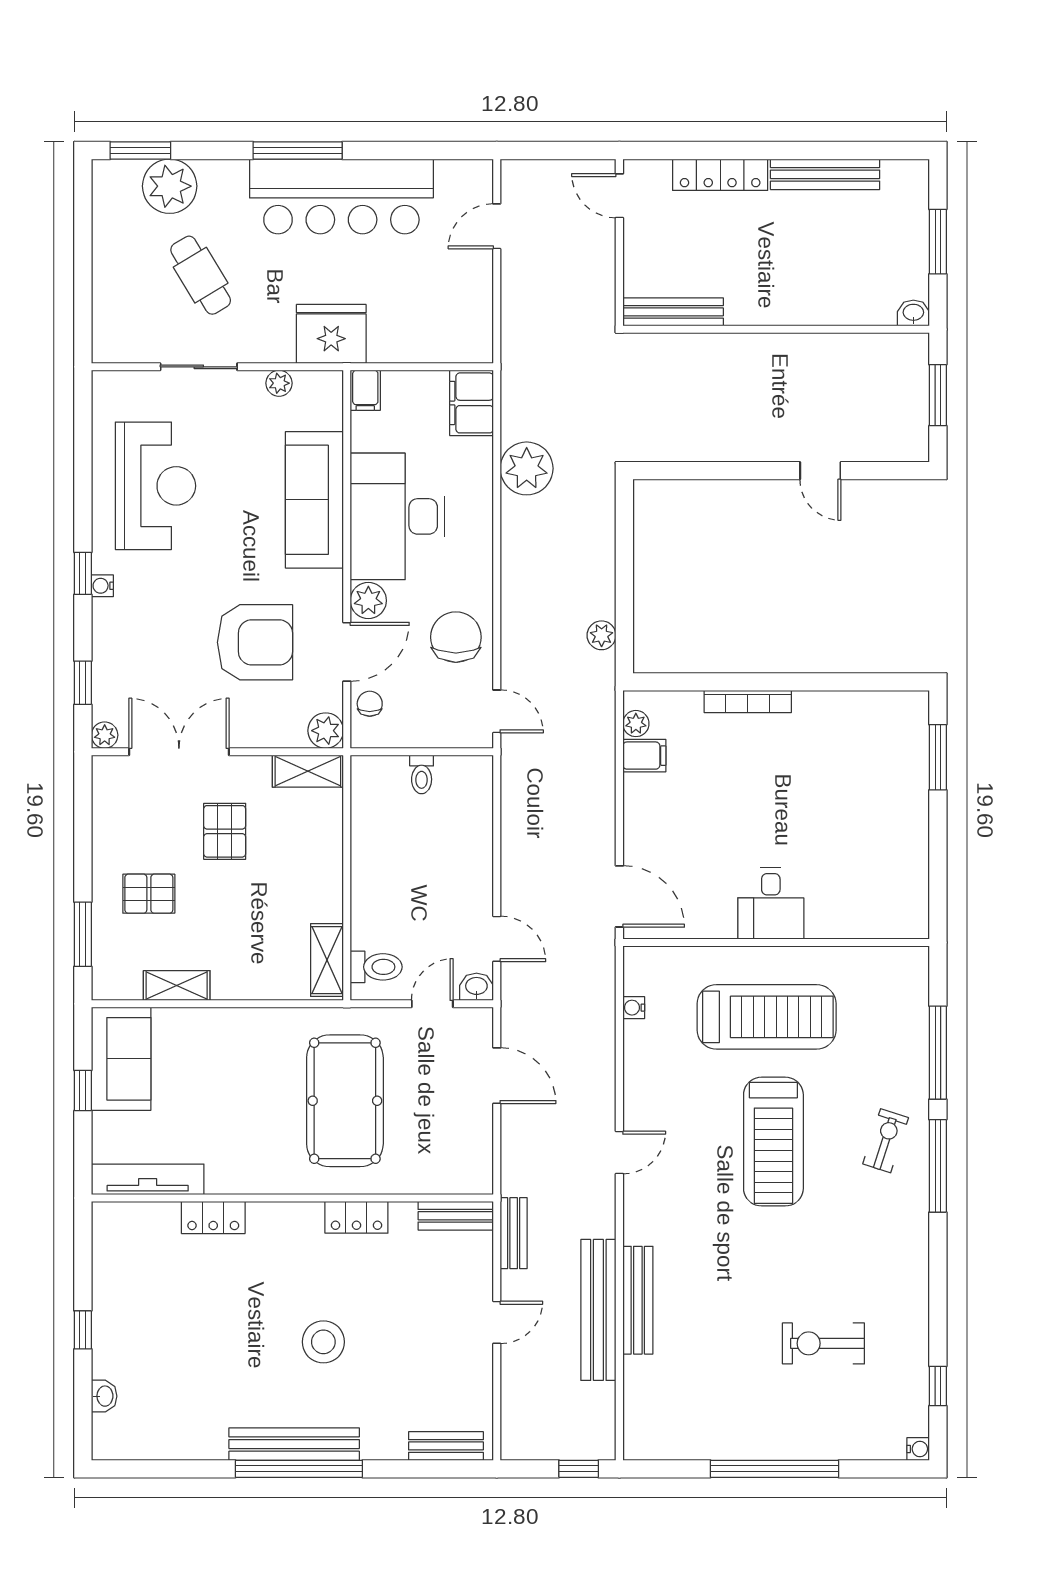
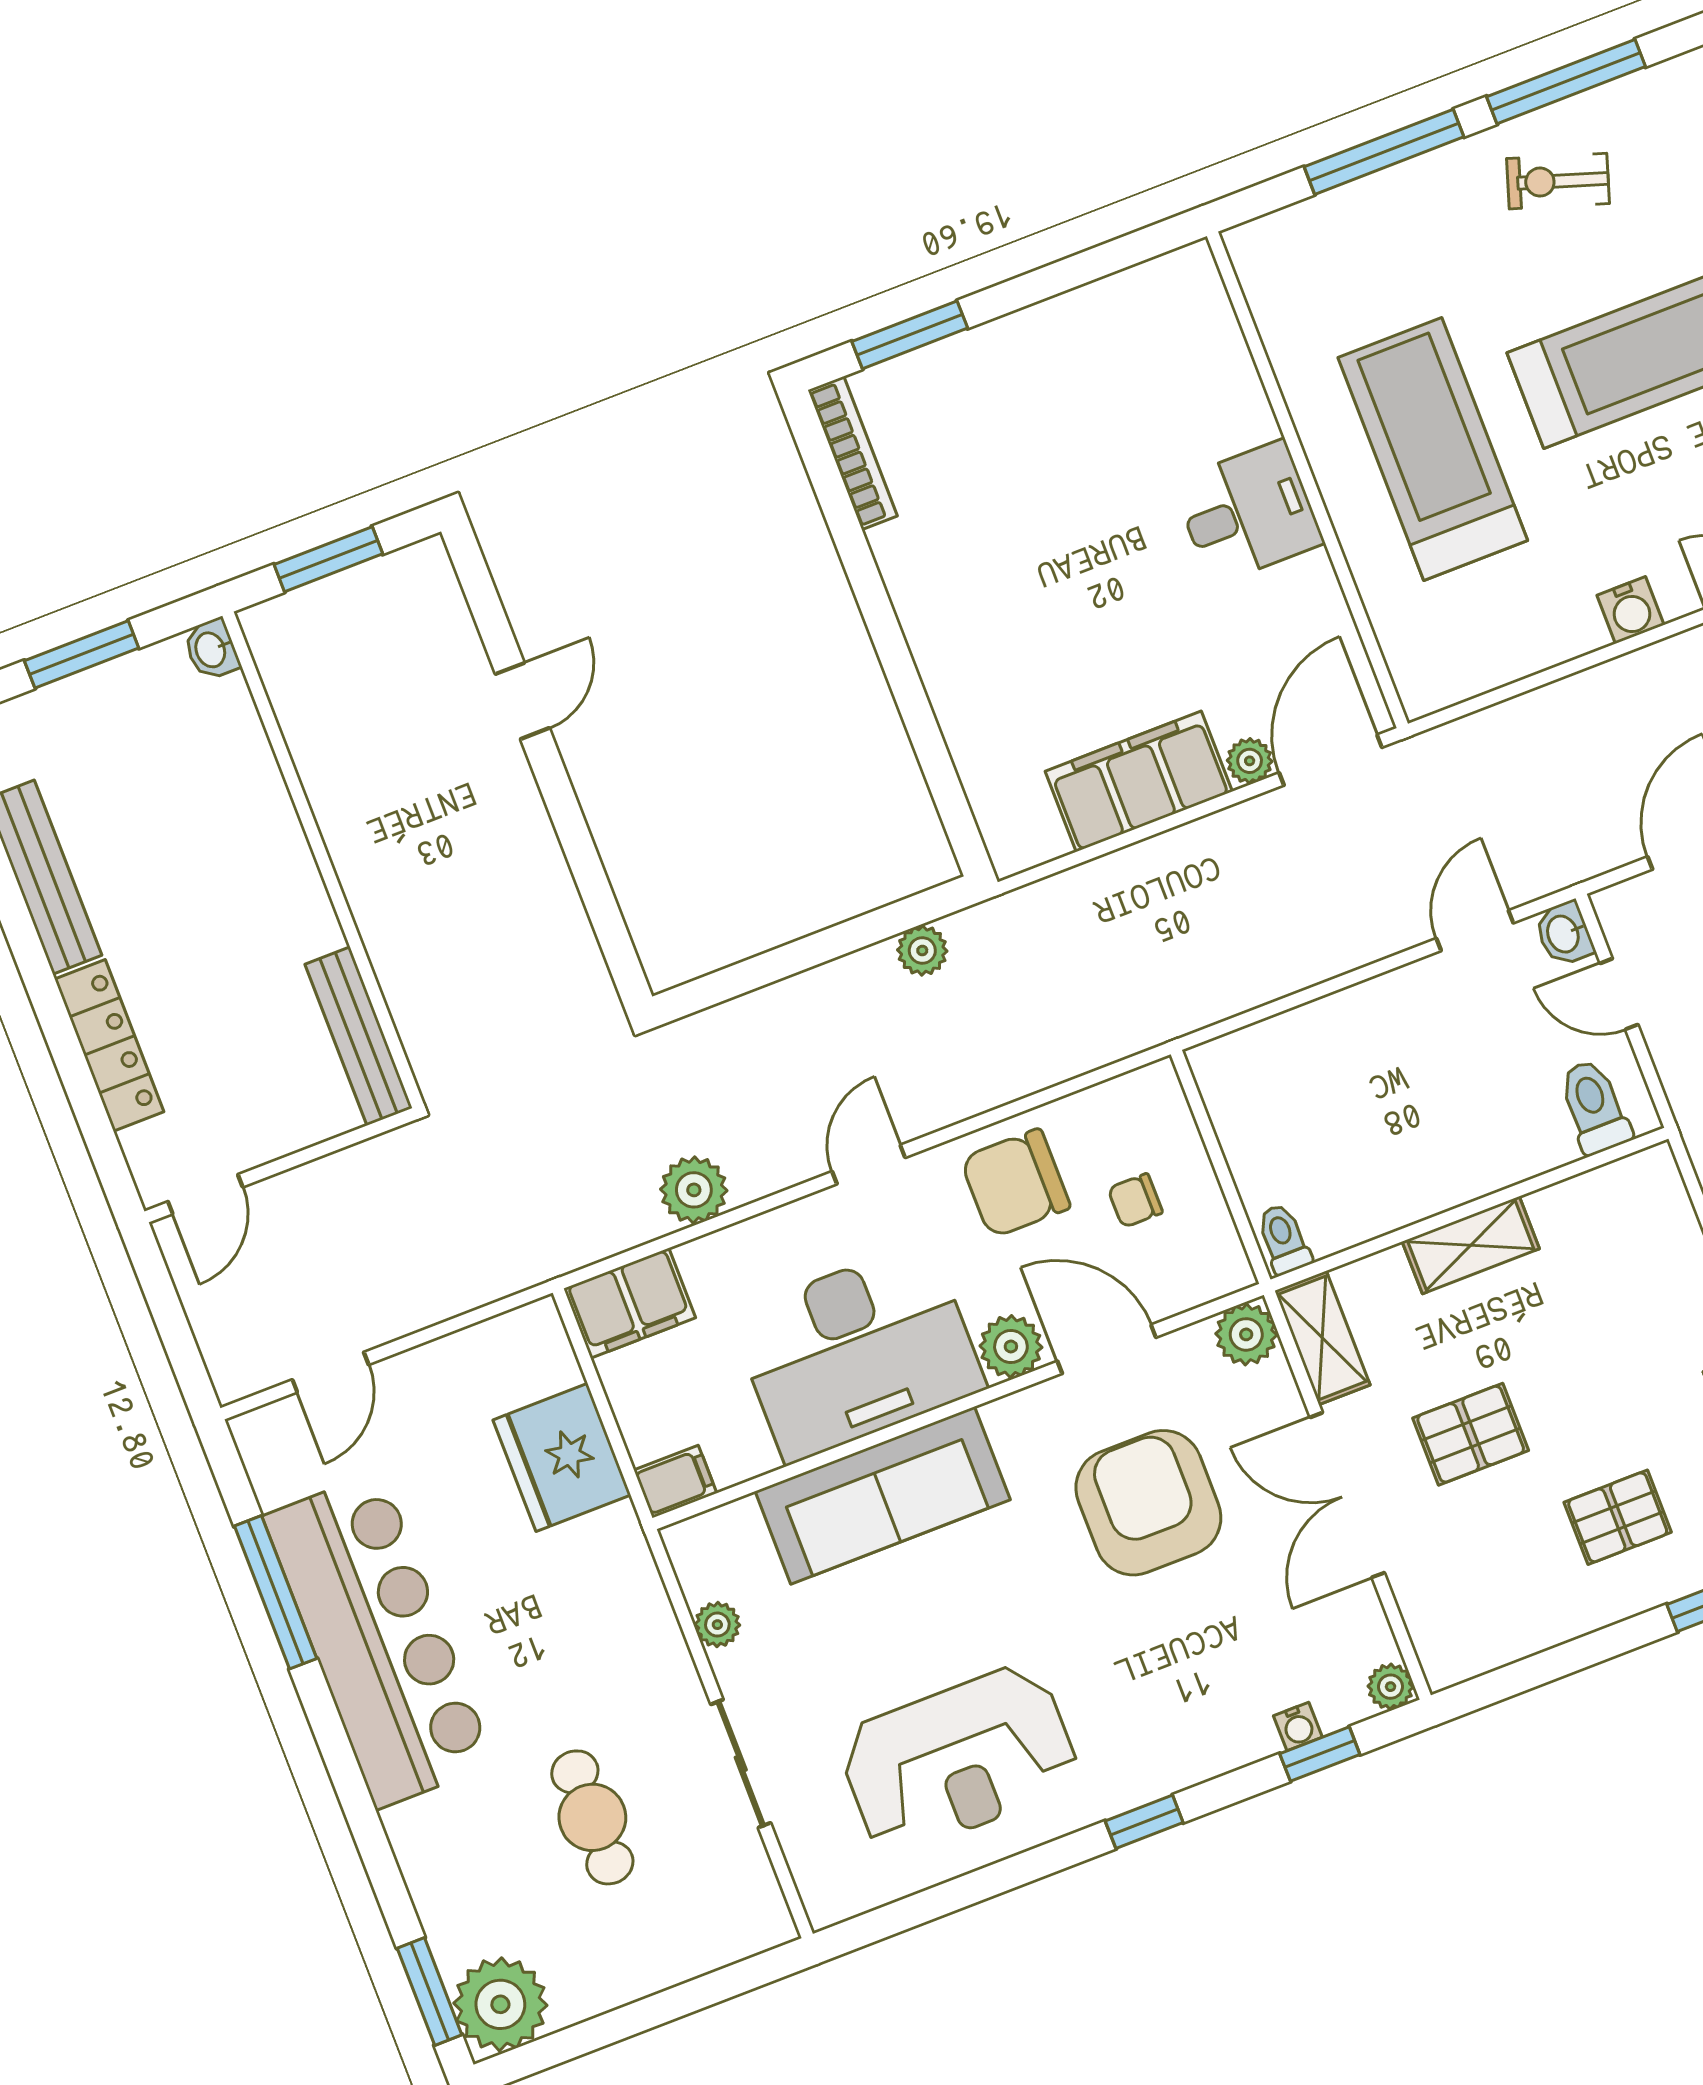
window: (298, 151) -> (276, 1592), moved
plant: (170, 186) -> (500, 2004), moved
door: (497, 226) -> (330, 1372), hinge flipped
cafe table: (201, 275) -> (592, 1817), turned -59
fridge: (331, 334) -> (562, 1457), moved
plant: (527, 468) -> (694, 1190), width x0.73, depth x0.73
reception desk: (155, 486) -> (959, 1759), turned 180
water cooler: (102, 586) -> (1298, 1726), moved
bookcase: (748, 702) -> (853, 453), moved
chair: (370, 704) -> (1135, 1200), moved
door: (497, 711) -> (869, 1165), moved
plant: (636, 724) -> (1250, 761), moved
double door: (179, 752) -> (1347, 1495), moved
filing cabinet: (644, 756) -> (1139, 781), width x3.00, depth x1.17
toilet: (422, 774) -> (1284, 1239), moved, turned -90
pallet: (149, 894) -> (1618, 1517), turned 90
shelving: (327, 960) -> (1471, 1245), moved
water cooler: (634, 1008) -> (1630, 610), moved, width x1.38, depth x1.38

